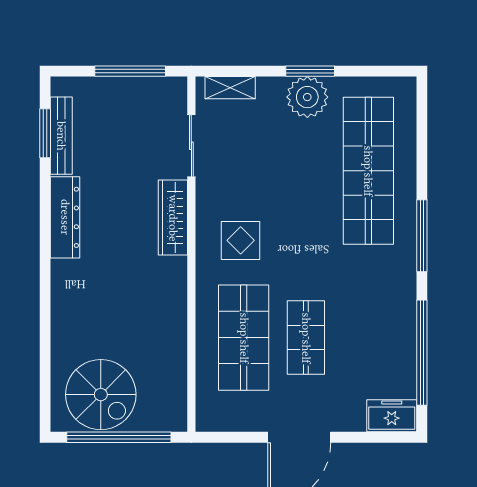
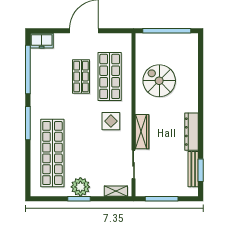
spiral stairs: (101, 395) -> (159, 81), moved

